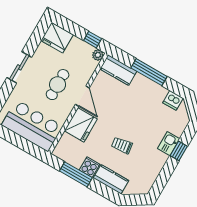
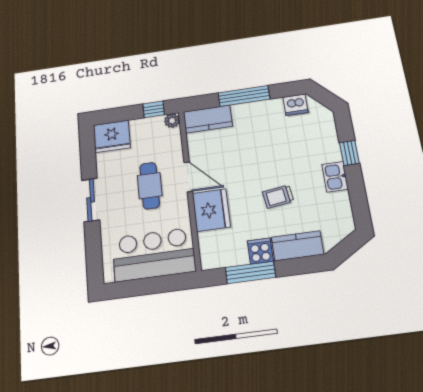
kitchen sink: (169, 144) -> (335, 177), moved

